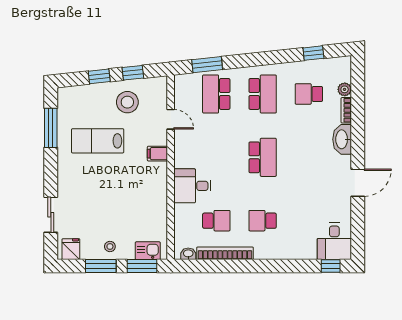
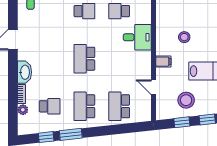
window: (207, 65) -> (71, 134), moved
school desk: (216, 94) -> (119, 106), turned 180
stool: (130, 186) -> (184, 37), added

